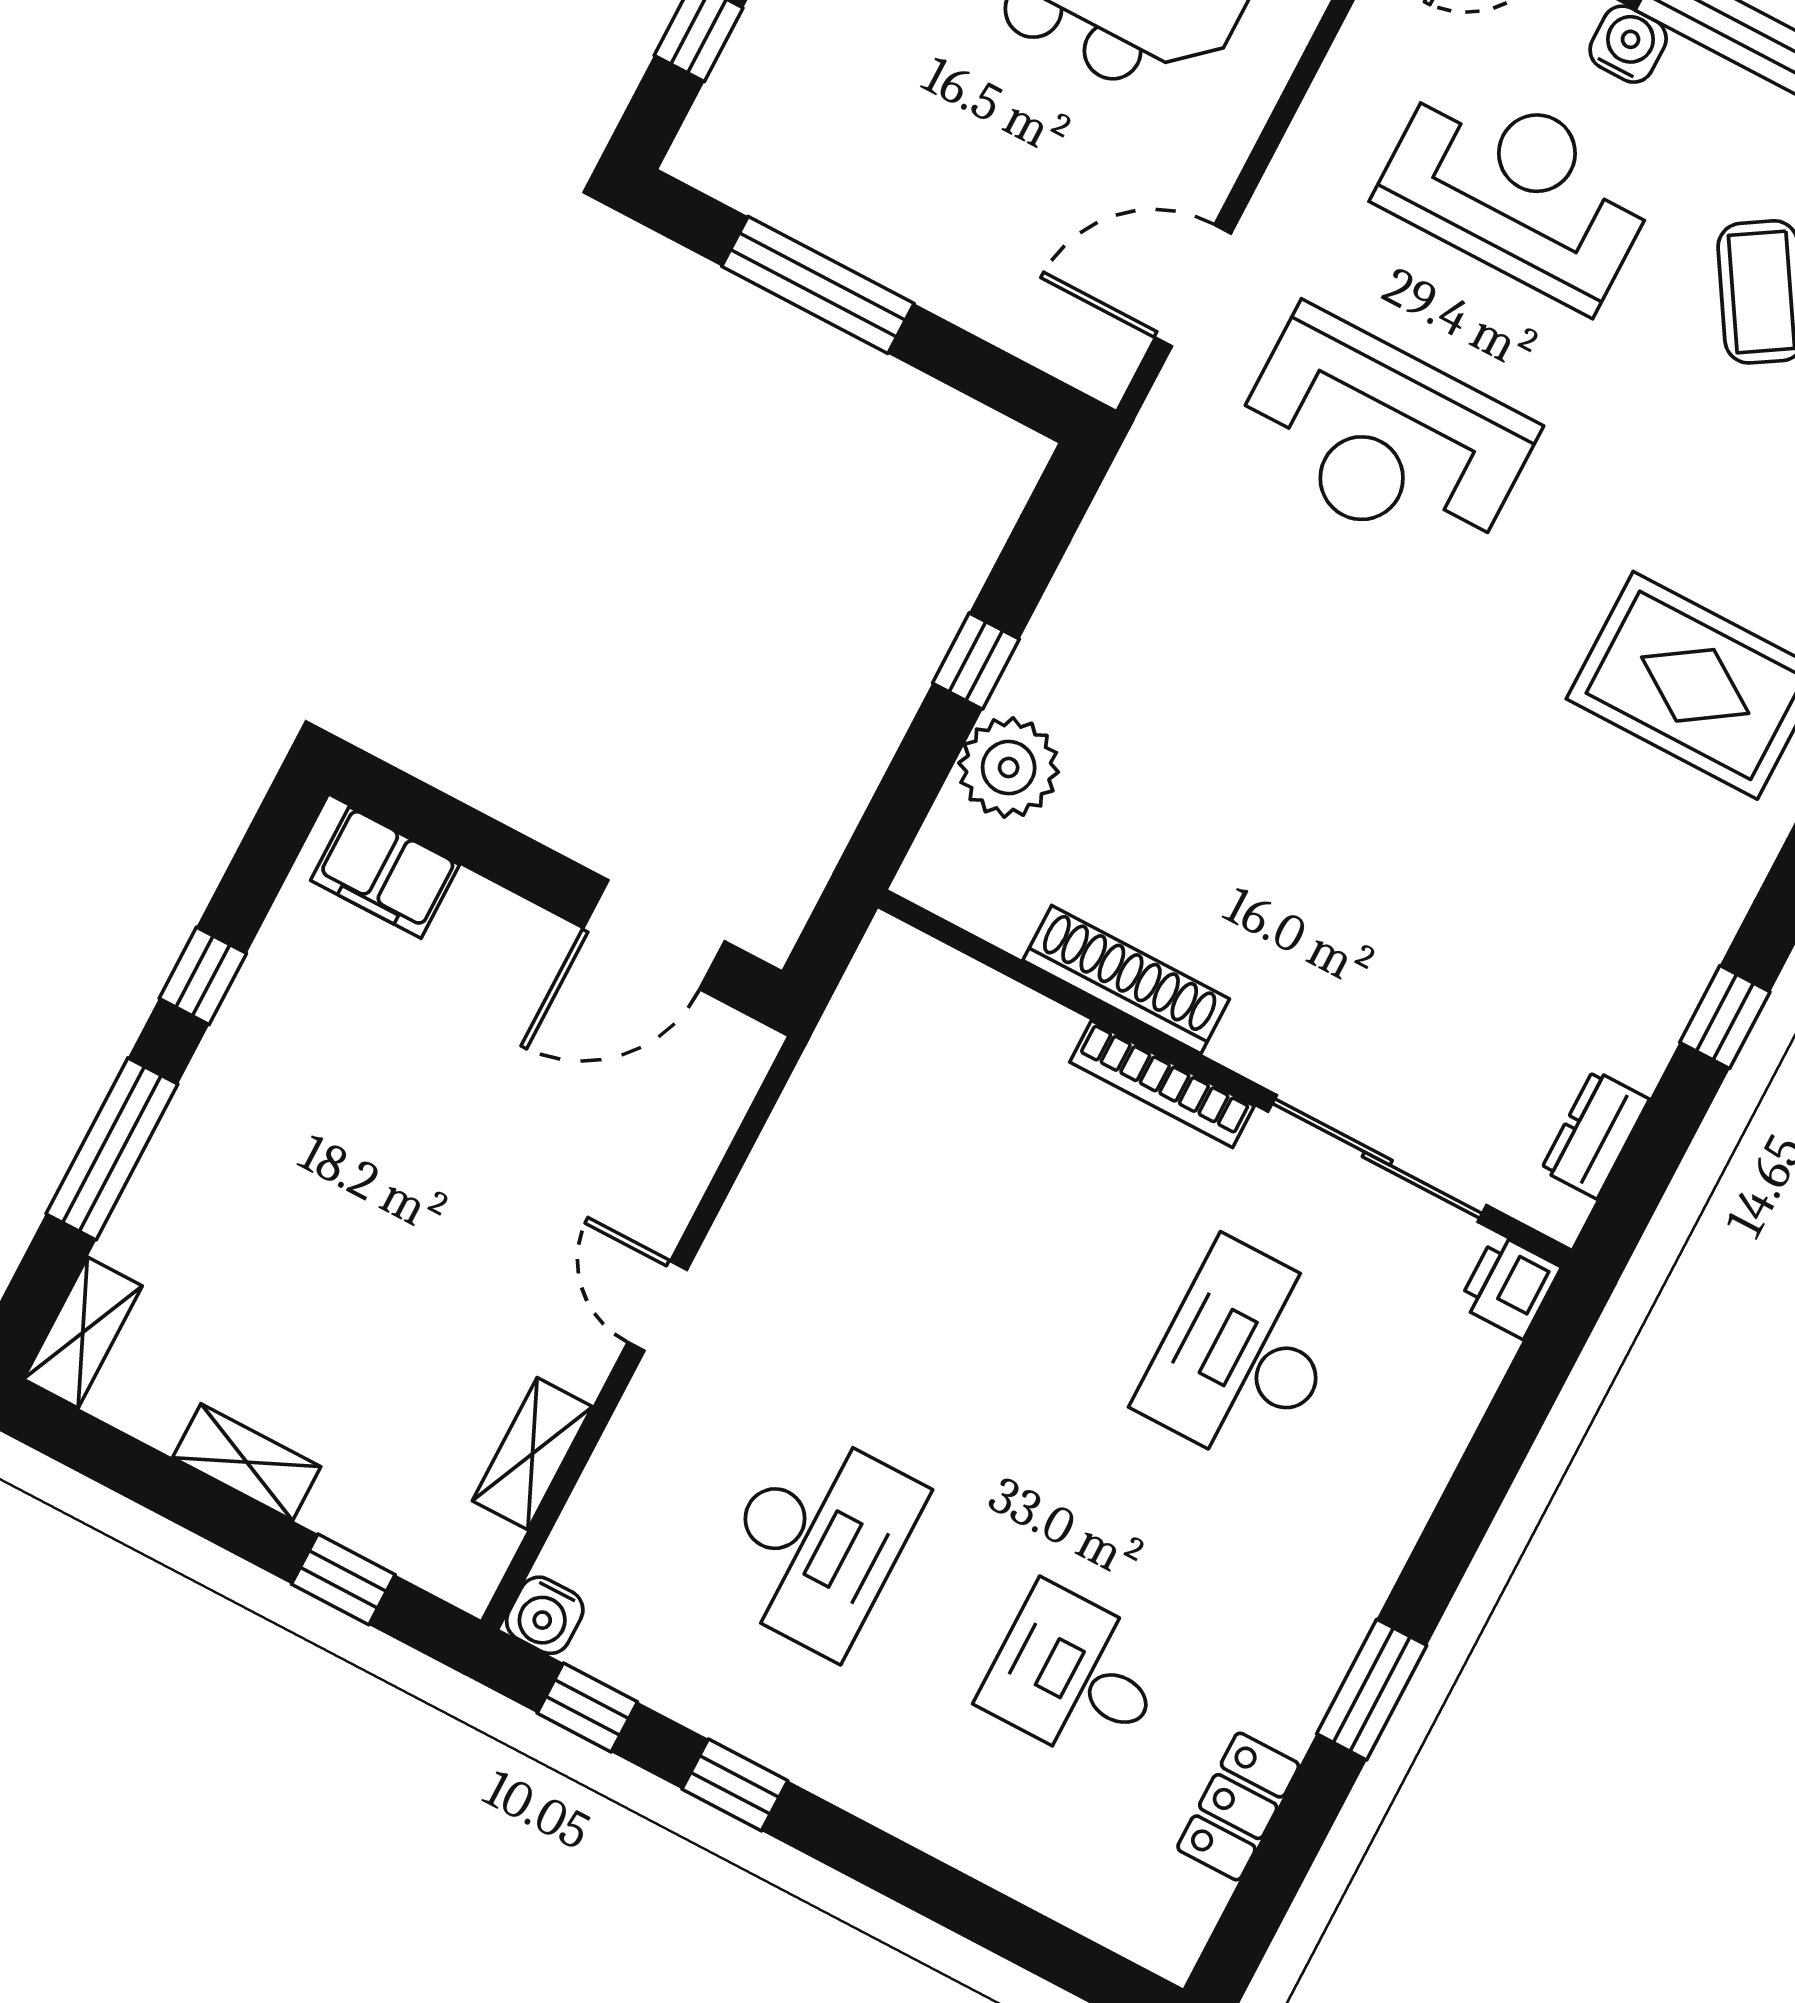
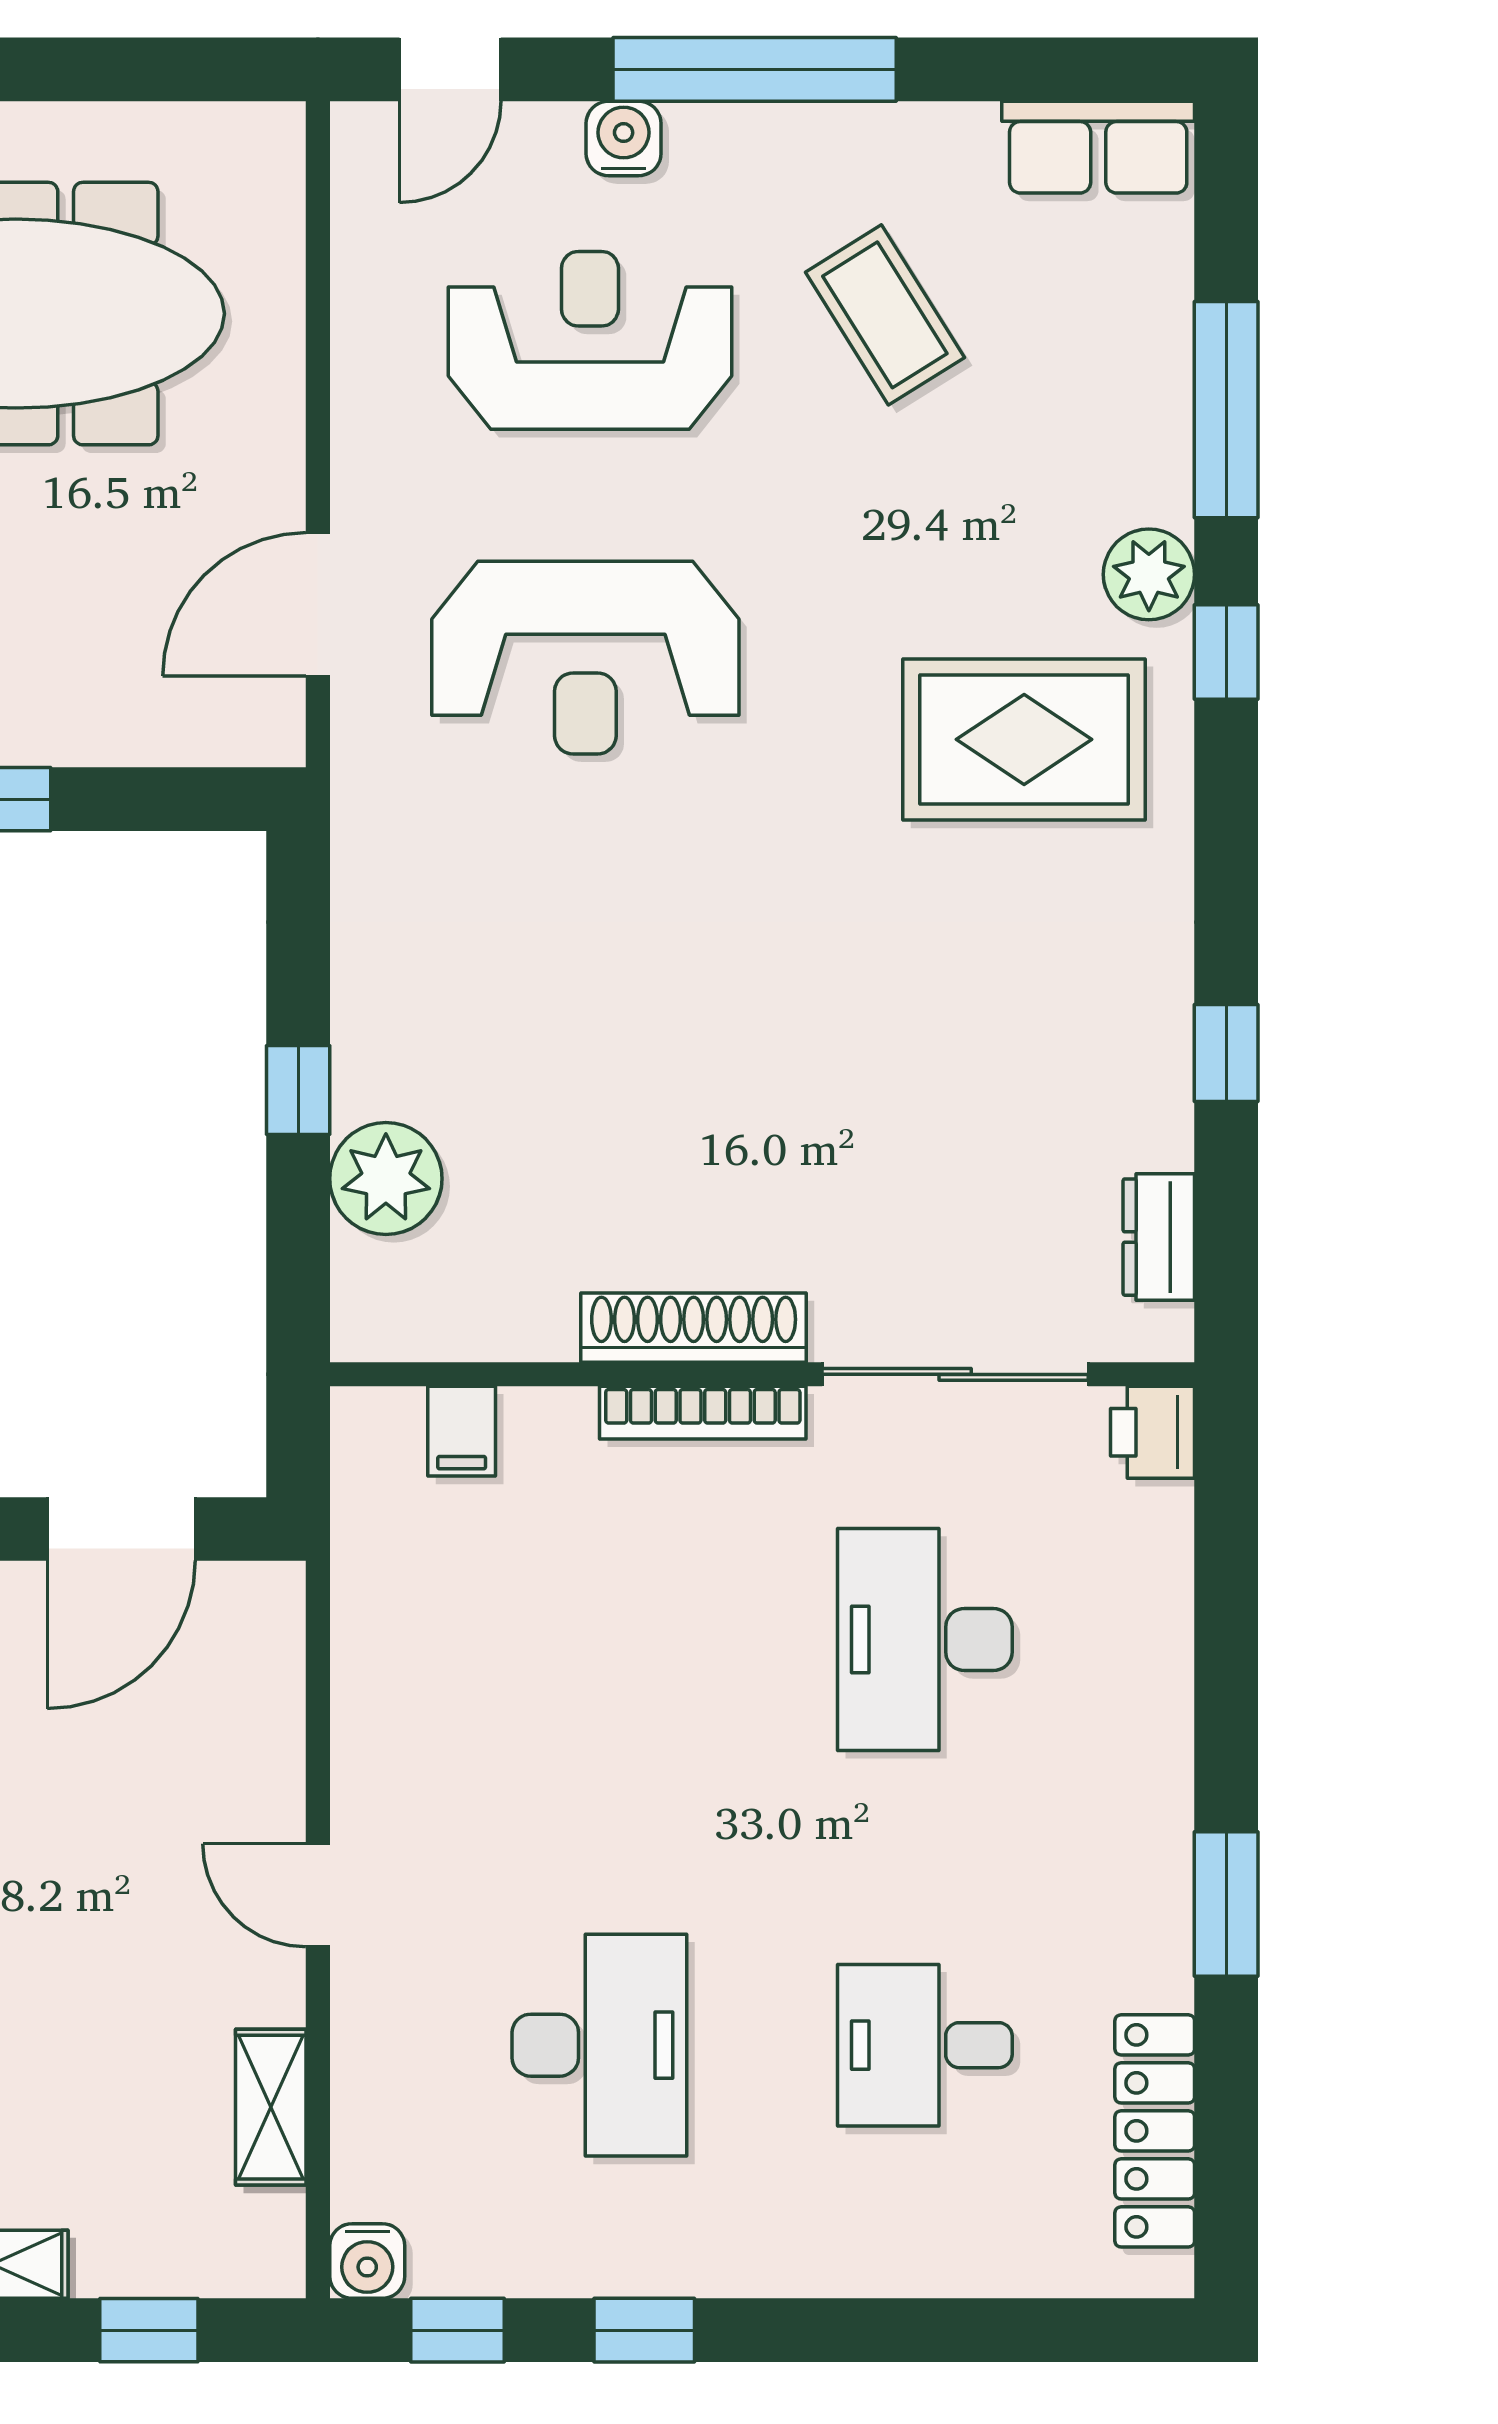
shoe rack: (1126, 980) -> (694, 1328), moved
filing cabinet: (964, 999) -> (462, 1431), added
locker: (1238, 1807) -> (1155, 2131), width x1.53

